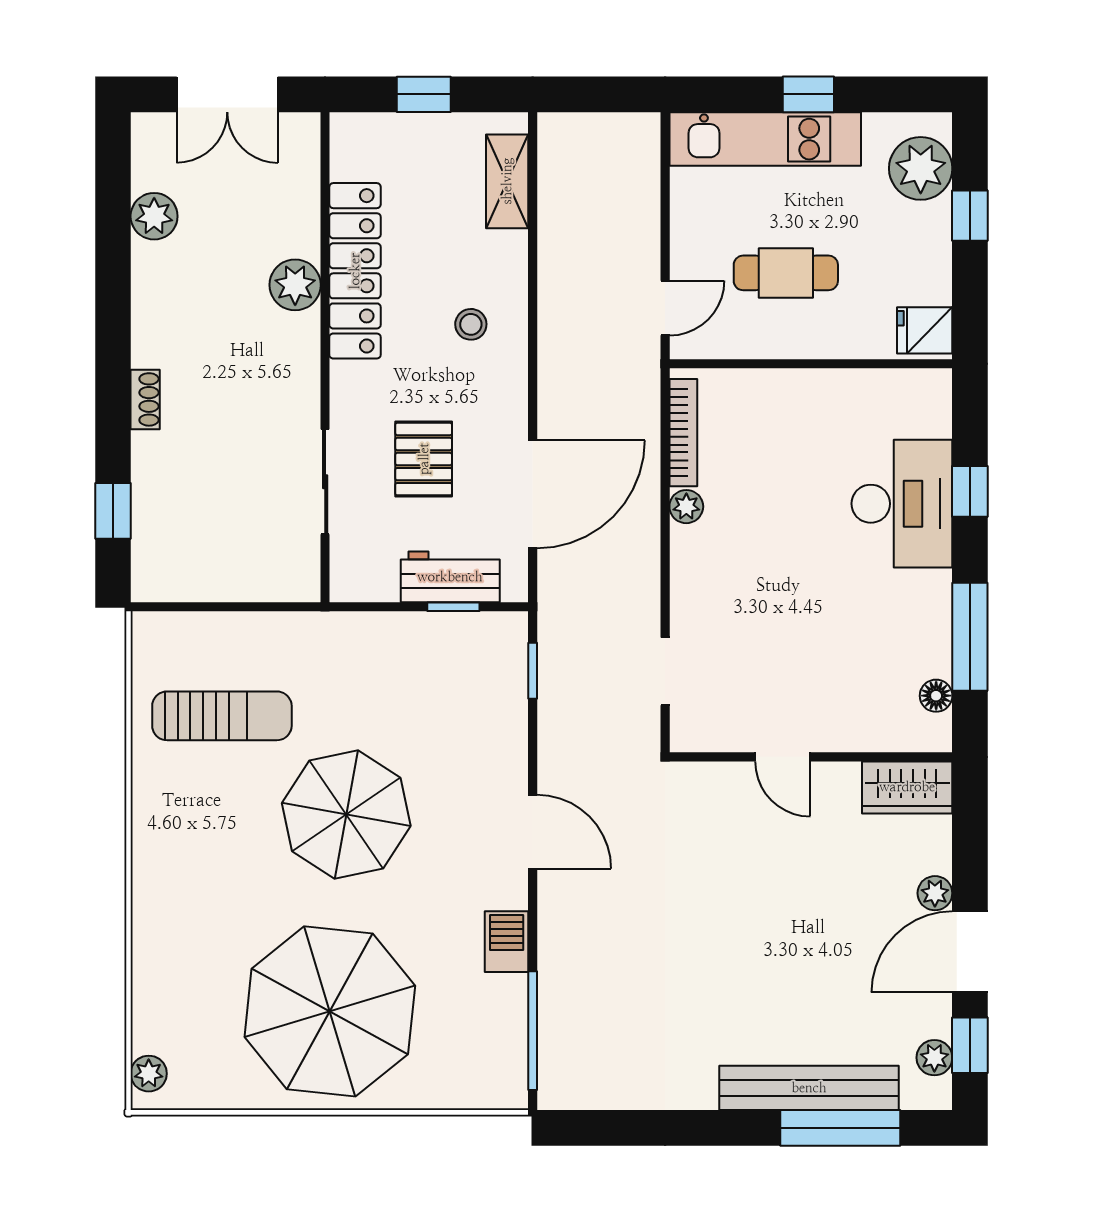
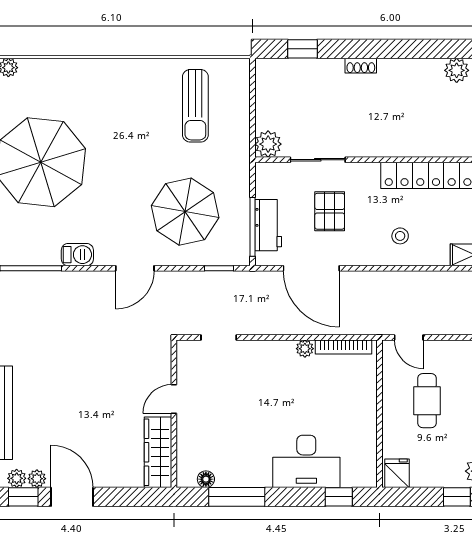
plant: (295, 285) -> (268, 144), moved
pallet: (424, 459) -> (330, 211), turned 90
window: (970, 491) -> (339, 497), moved
window: (453, 607) -> (252, 227), width x2.17
wardrobe: (907, 787) -> (158, 452), width x1.50
parasol: (346, 815) -> (185, 212), moved
plant: (935, 893) -> (37, 479), moved

